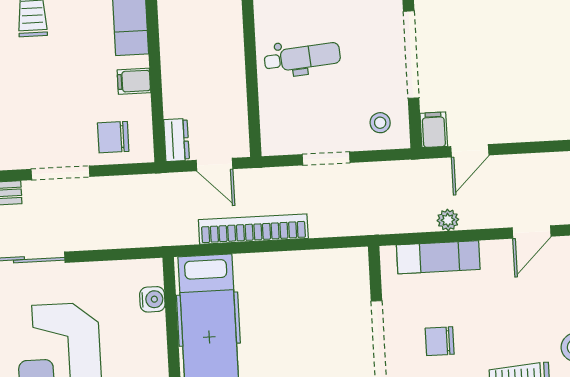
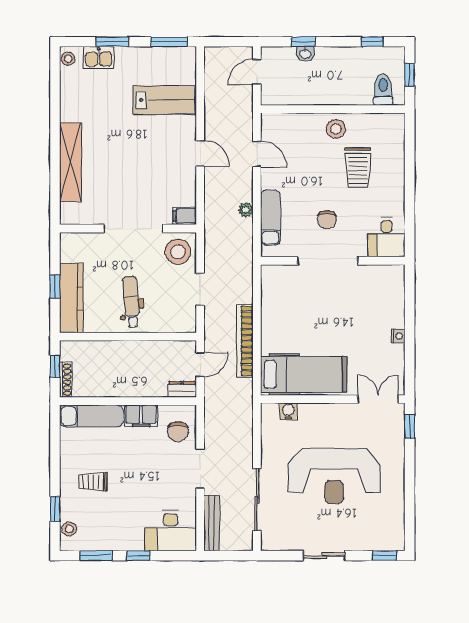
filing cabinet: (134, 81) -> (141, 416), width x2.00
stool: (380, 123) -> (178, 252), width x1.89, depth x1.89
door: (470, 151) -> (200, 153), moved

